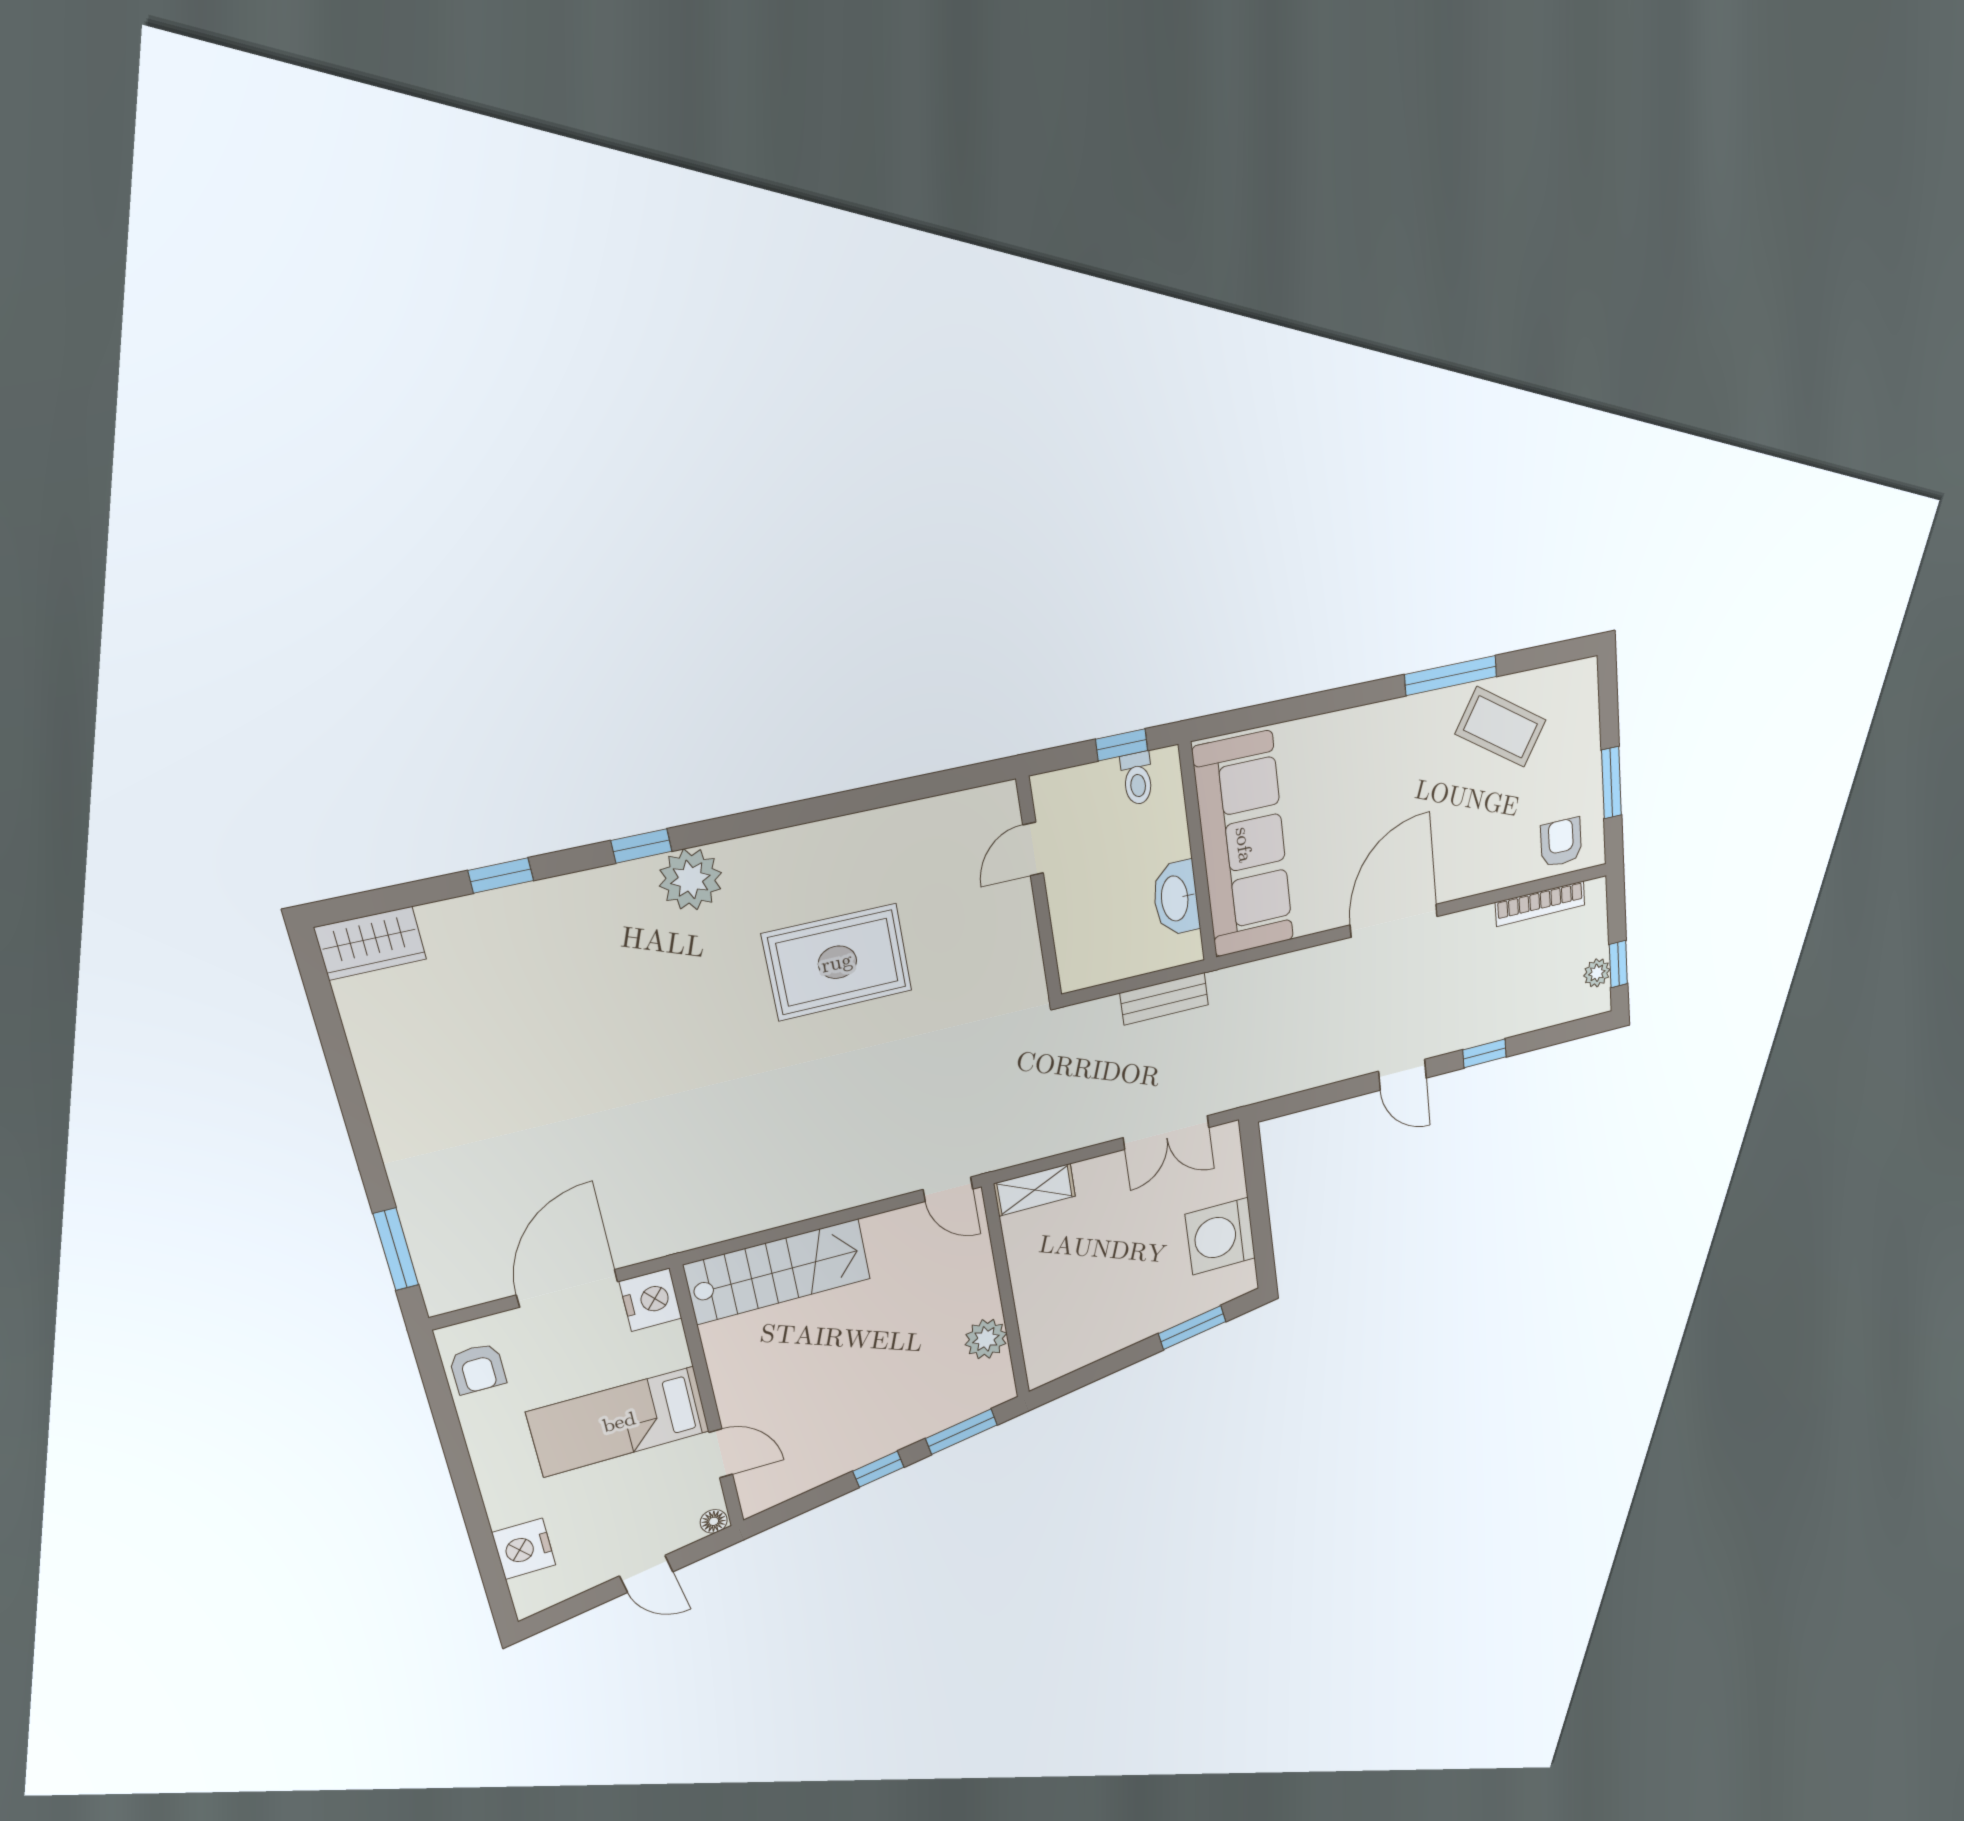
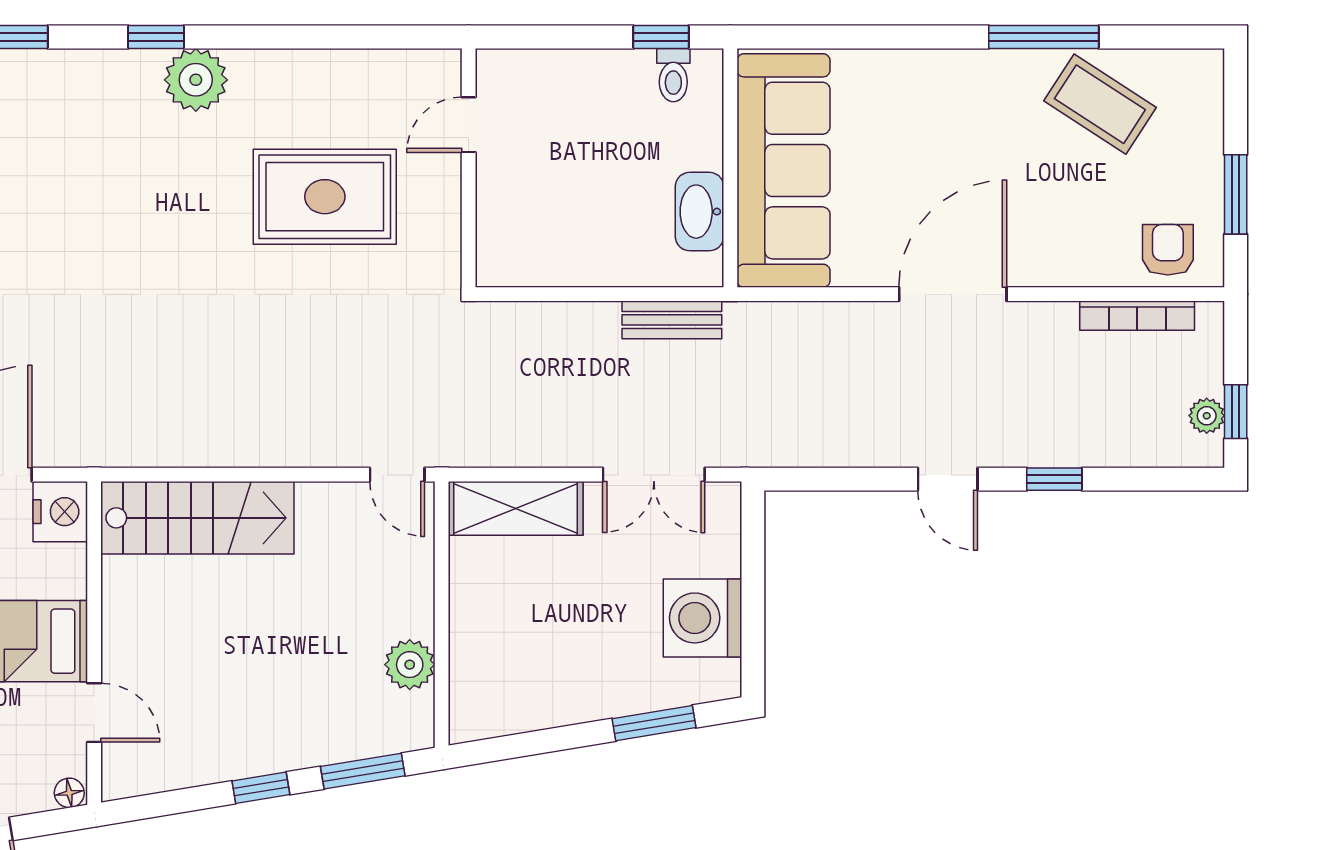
door: (1033, 849) -> (469, 125), moved
wall: (1039, 889) -> (469, 168), moved
shelving: (1035, 1190) -> (516, 508), width x1.50, depth x1.33

